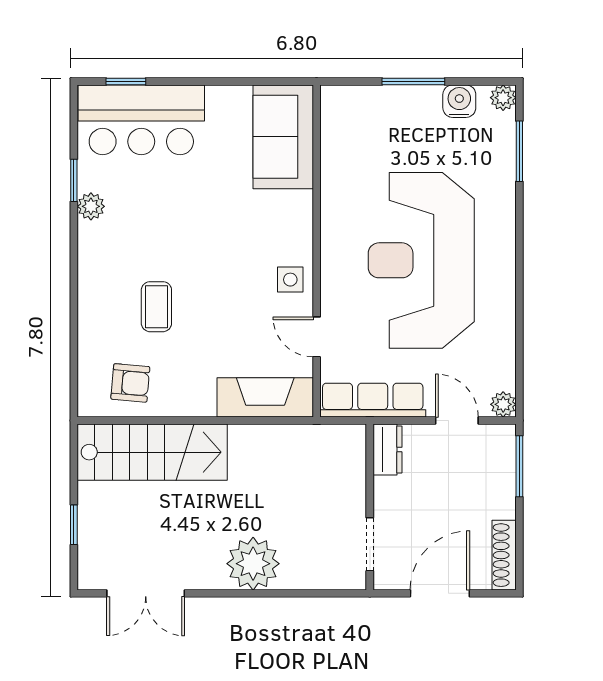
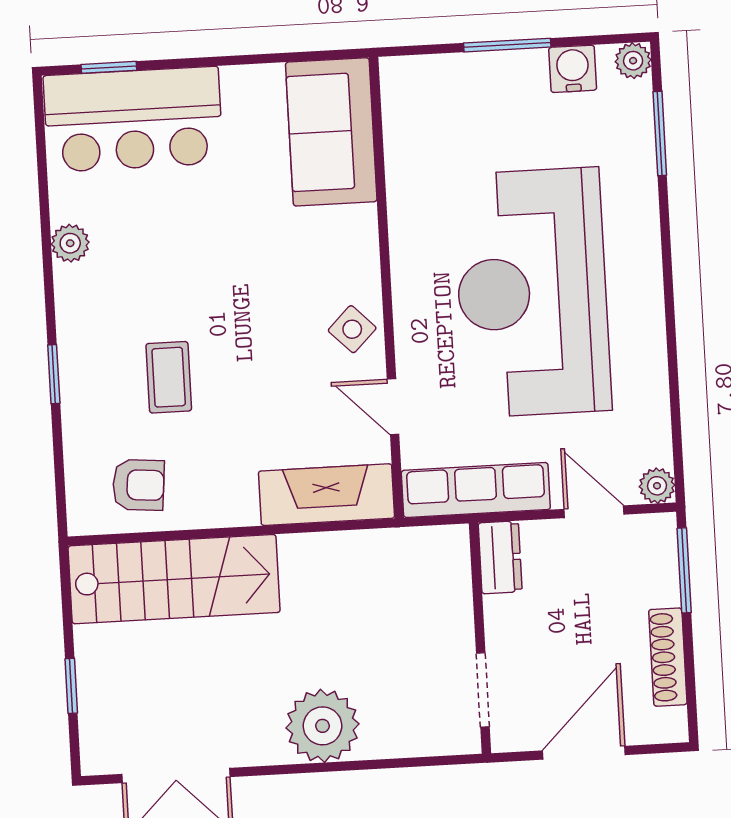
window: (74, 180) -> (54, 374), moved
side table: (290, 280) -> (352, 329), turned 45
shoe rack: (504, 555) -> (668, 657), moved

